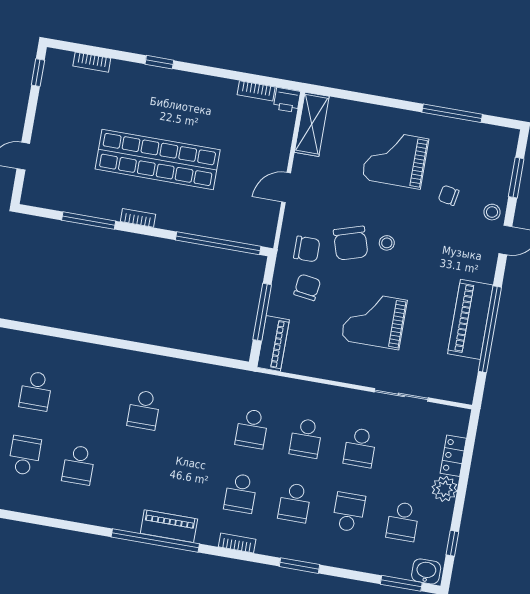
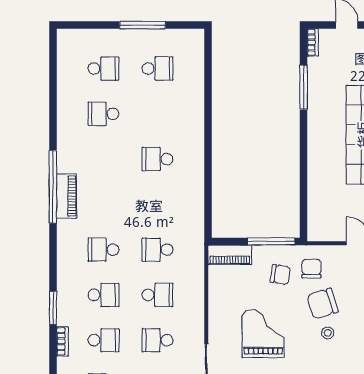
bookcase: (138, 218) -> (313, 42), moved
window: (218, 243) -> (304, 196), removed
chair: (307, 249) -> (311, 269), turned 180
window: (262, 312) -> (271, 241), moved
school desk: (36, 391) -> (158, 69), turned 180
school desk: (306, 438) -> (158, 295), turned 180
school desk: (295, 503) -> (103, 295), turned 180
bookcase: (237, 543) -> (62, 341), moved

